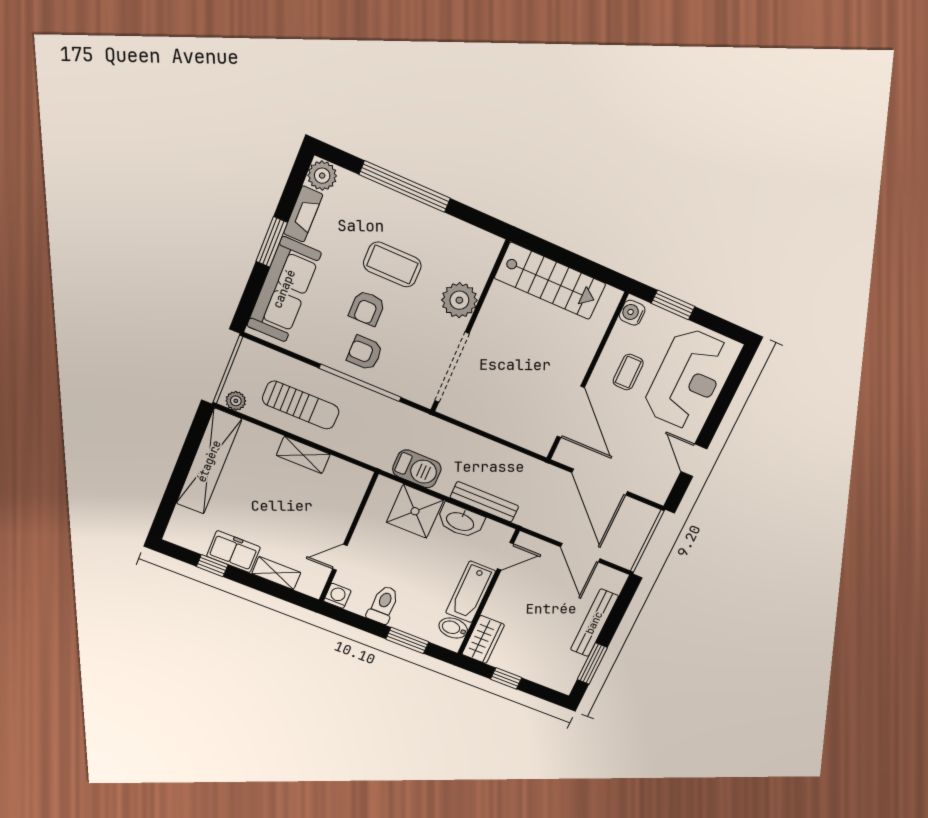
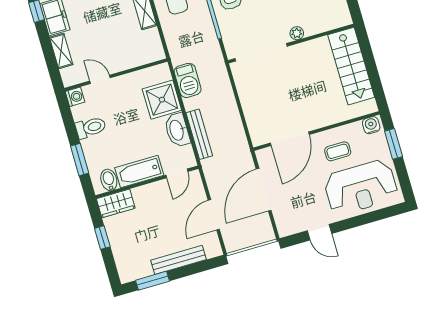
plant: (459, 300) -> (297, 33), width x0.53, depth x0.53
door: (694, 460) -> (319, 232), swing flipped
door: (505, 556) -> (177, 173), hinge flipped

